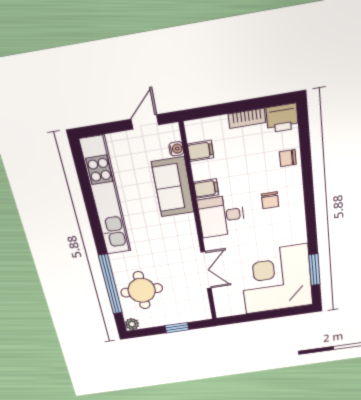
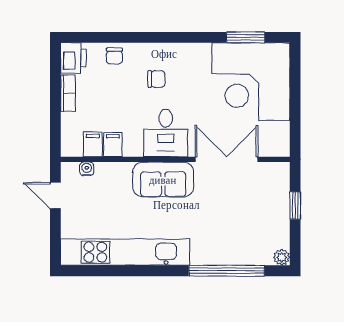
sofa: (173, 187) -> (163, 180), moved
filing cabinet: (206, 189) -> (113, 145), moved
double door: (206, 270) -> (227, 159), width x1.37
round table: (142, 290) -> (240, 237), removed

